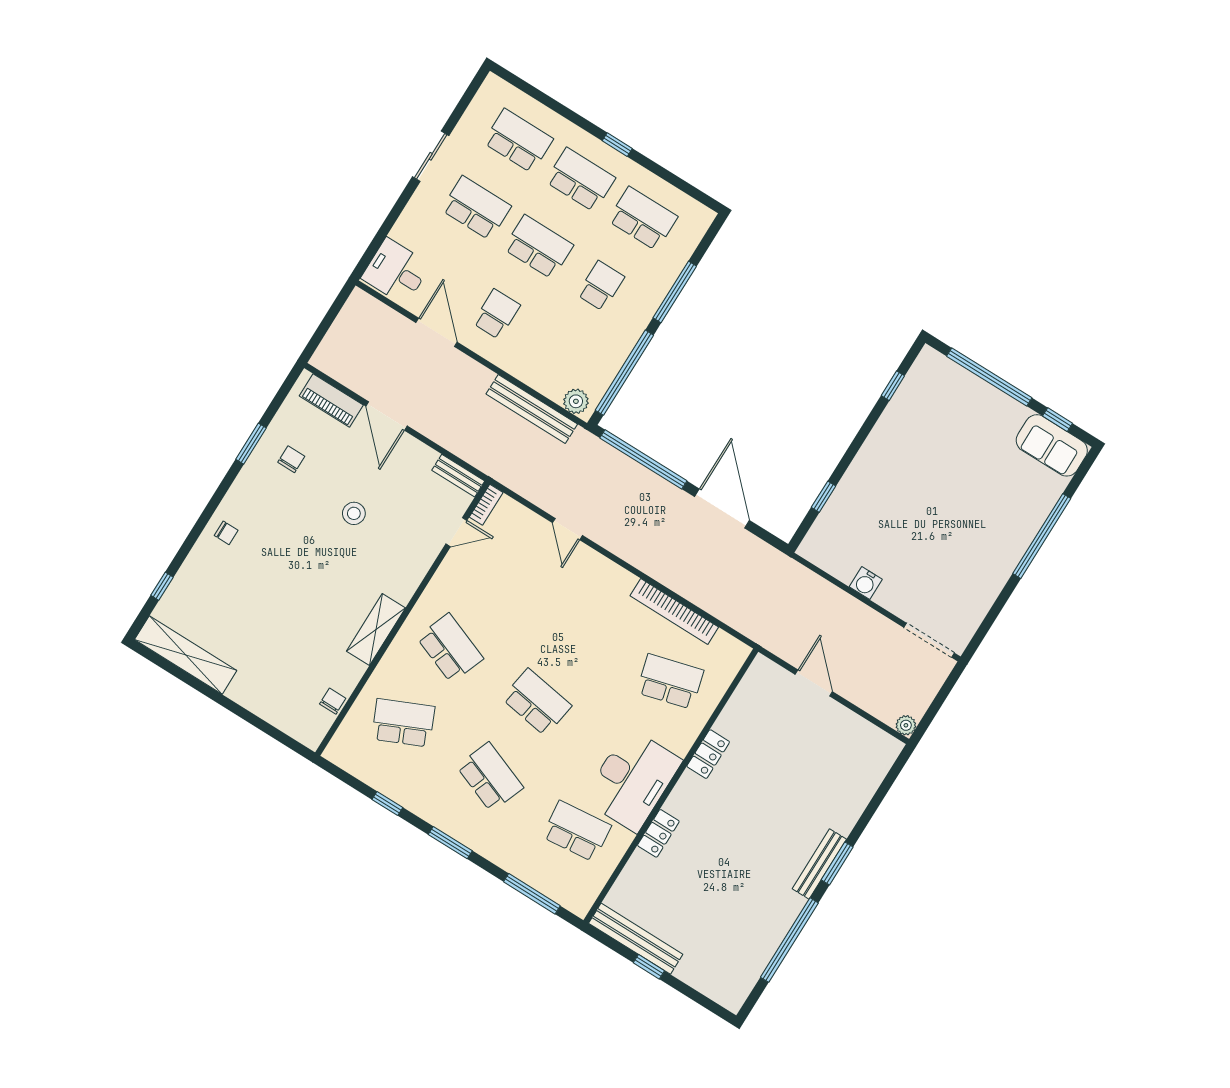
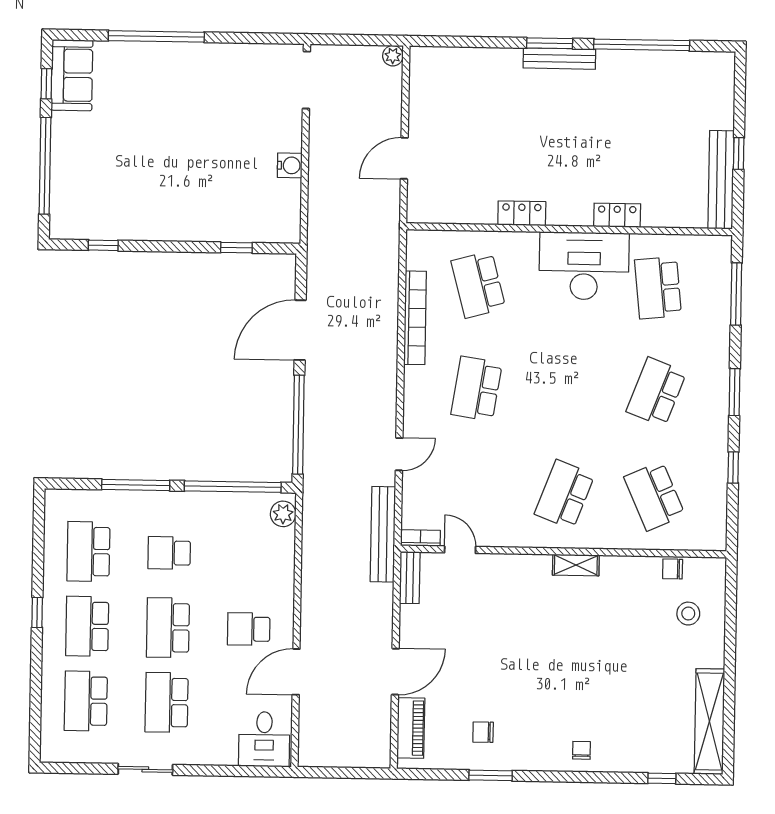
bench: (532, 409) -> (383, 534), moved
stool: (354, 513) -> (688, 614), moved
shelving: (376, 630) -> (576, 565), width x0.67, depth x0.75
school desk: (537, 702) -> (477, 389), moved

